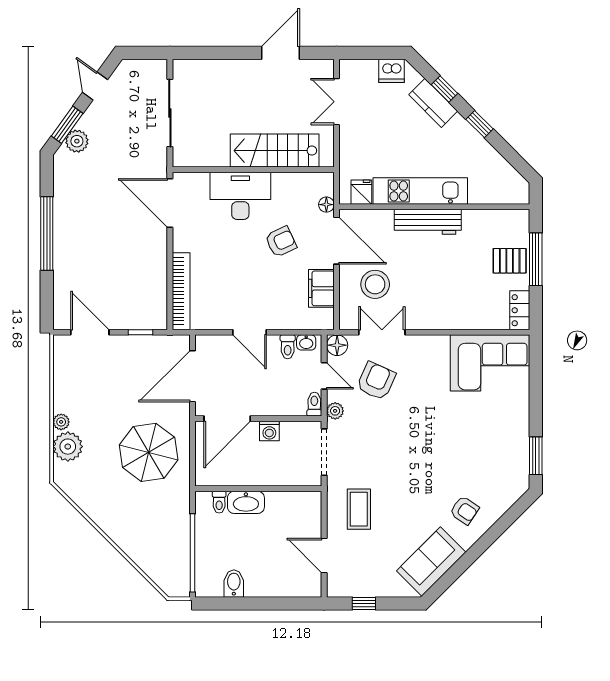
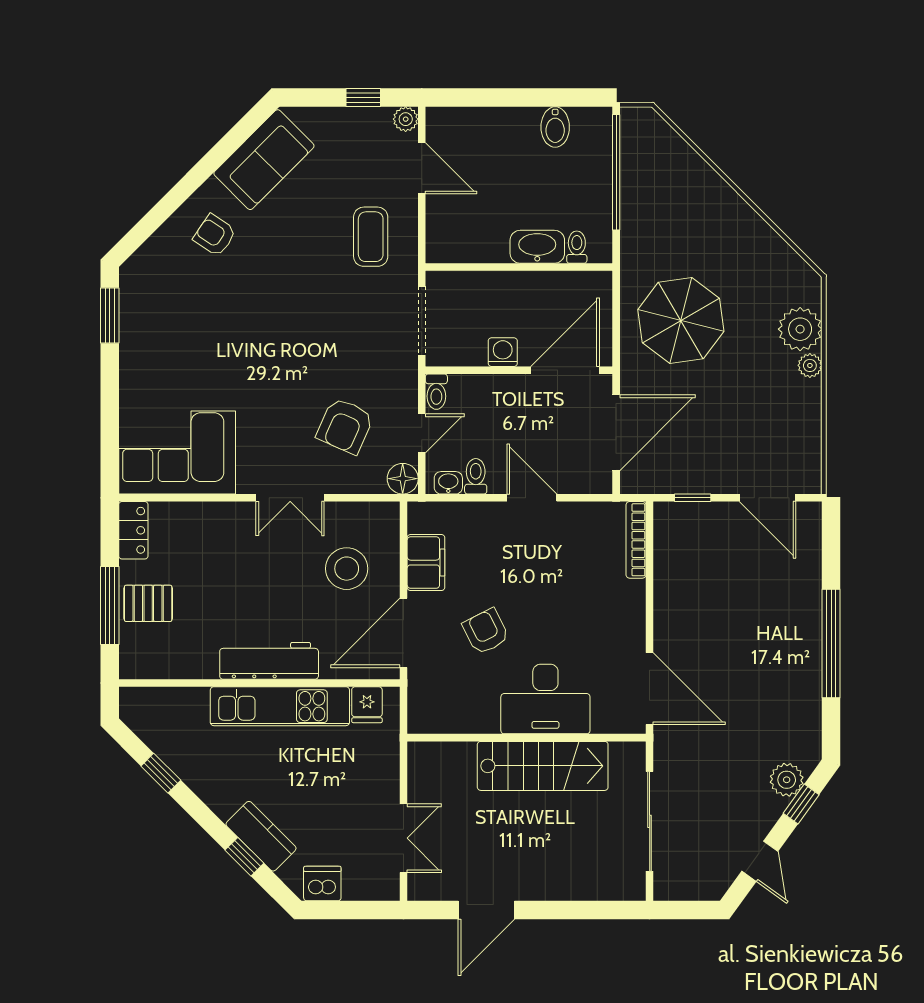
window: (480, 124) -> (161, 773), moved
window: (67, 125) -> (801, 804), width x0.67
stairs: (275, 151) -> (543, 766), moved
floor lamp: (326, 205) -> (419, 686), removed
door: (337, 241) -> (404, 633), hinge flipped
armchair: (281, 242) -> (486, 631), turned 88
bookcase: (181, 291) -> (636, 540), width x0.68, depth x0.76
double door: (382, 332) -> (290, 498), moved
door: (324, 376) -> (422, 433), swing flipped
plant: (335, 411) -> (406, 119), moved

